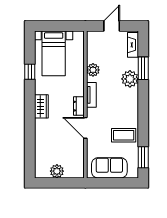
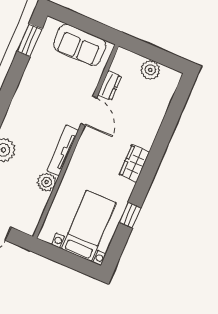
tv unit: (91, 95) -> (63, 150), width x1.41
dresser: (79, 106) -> (110, 85), moved
coffee table: (124, 135) -> (43, 80), removed

